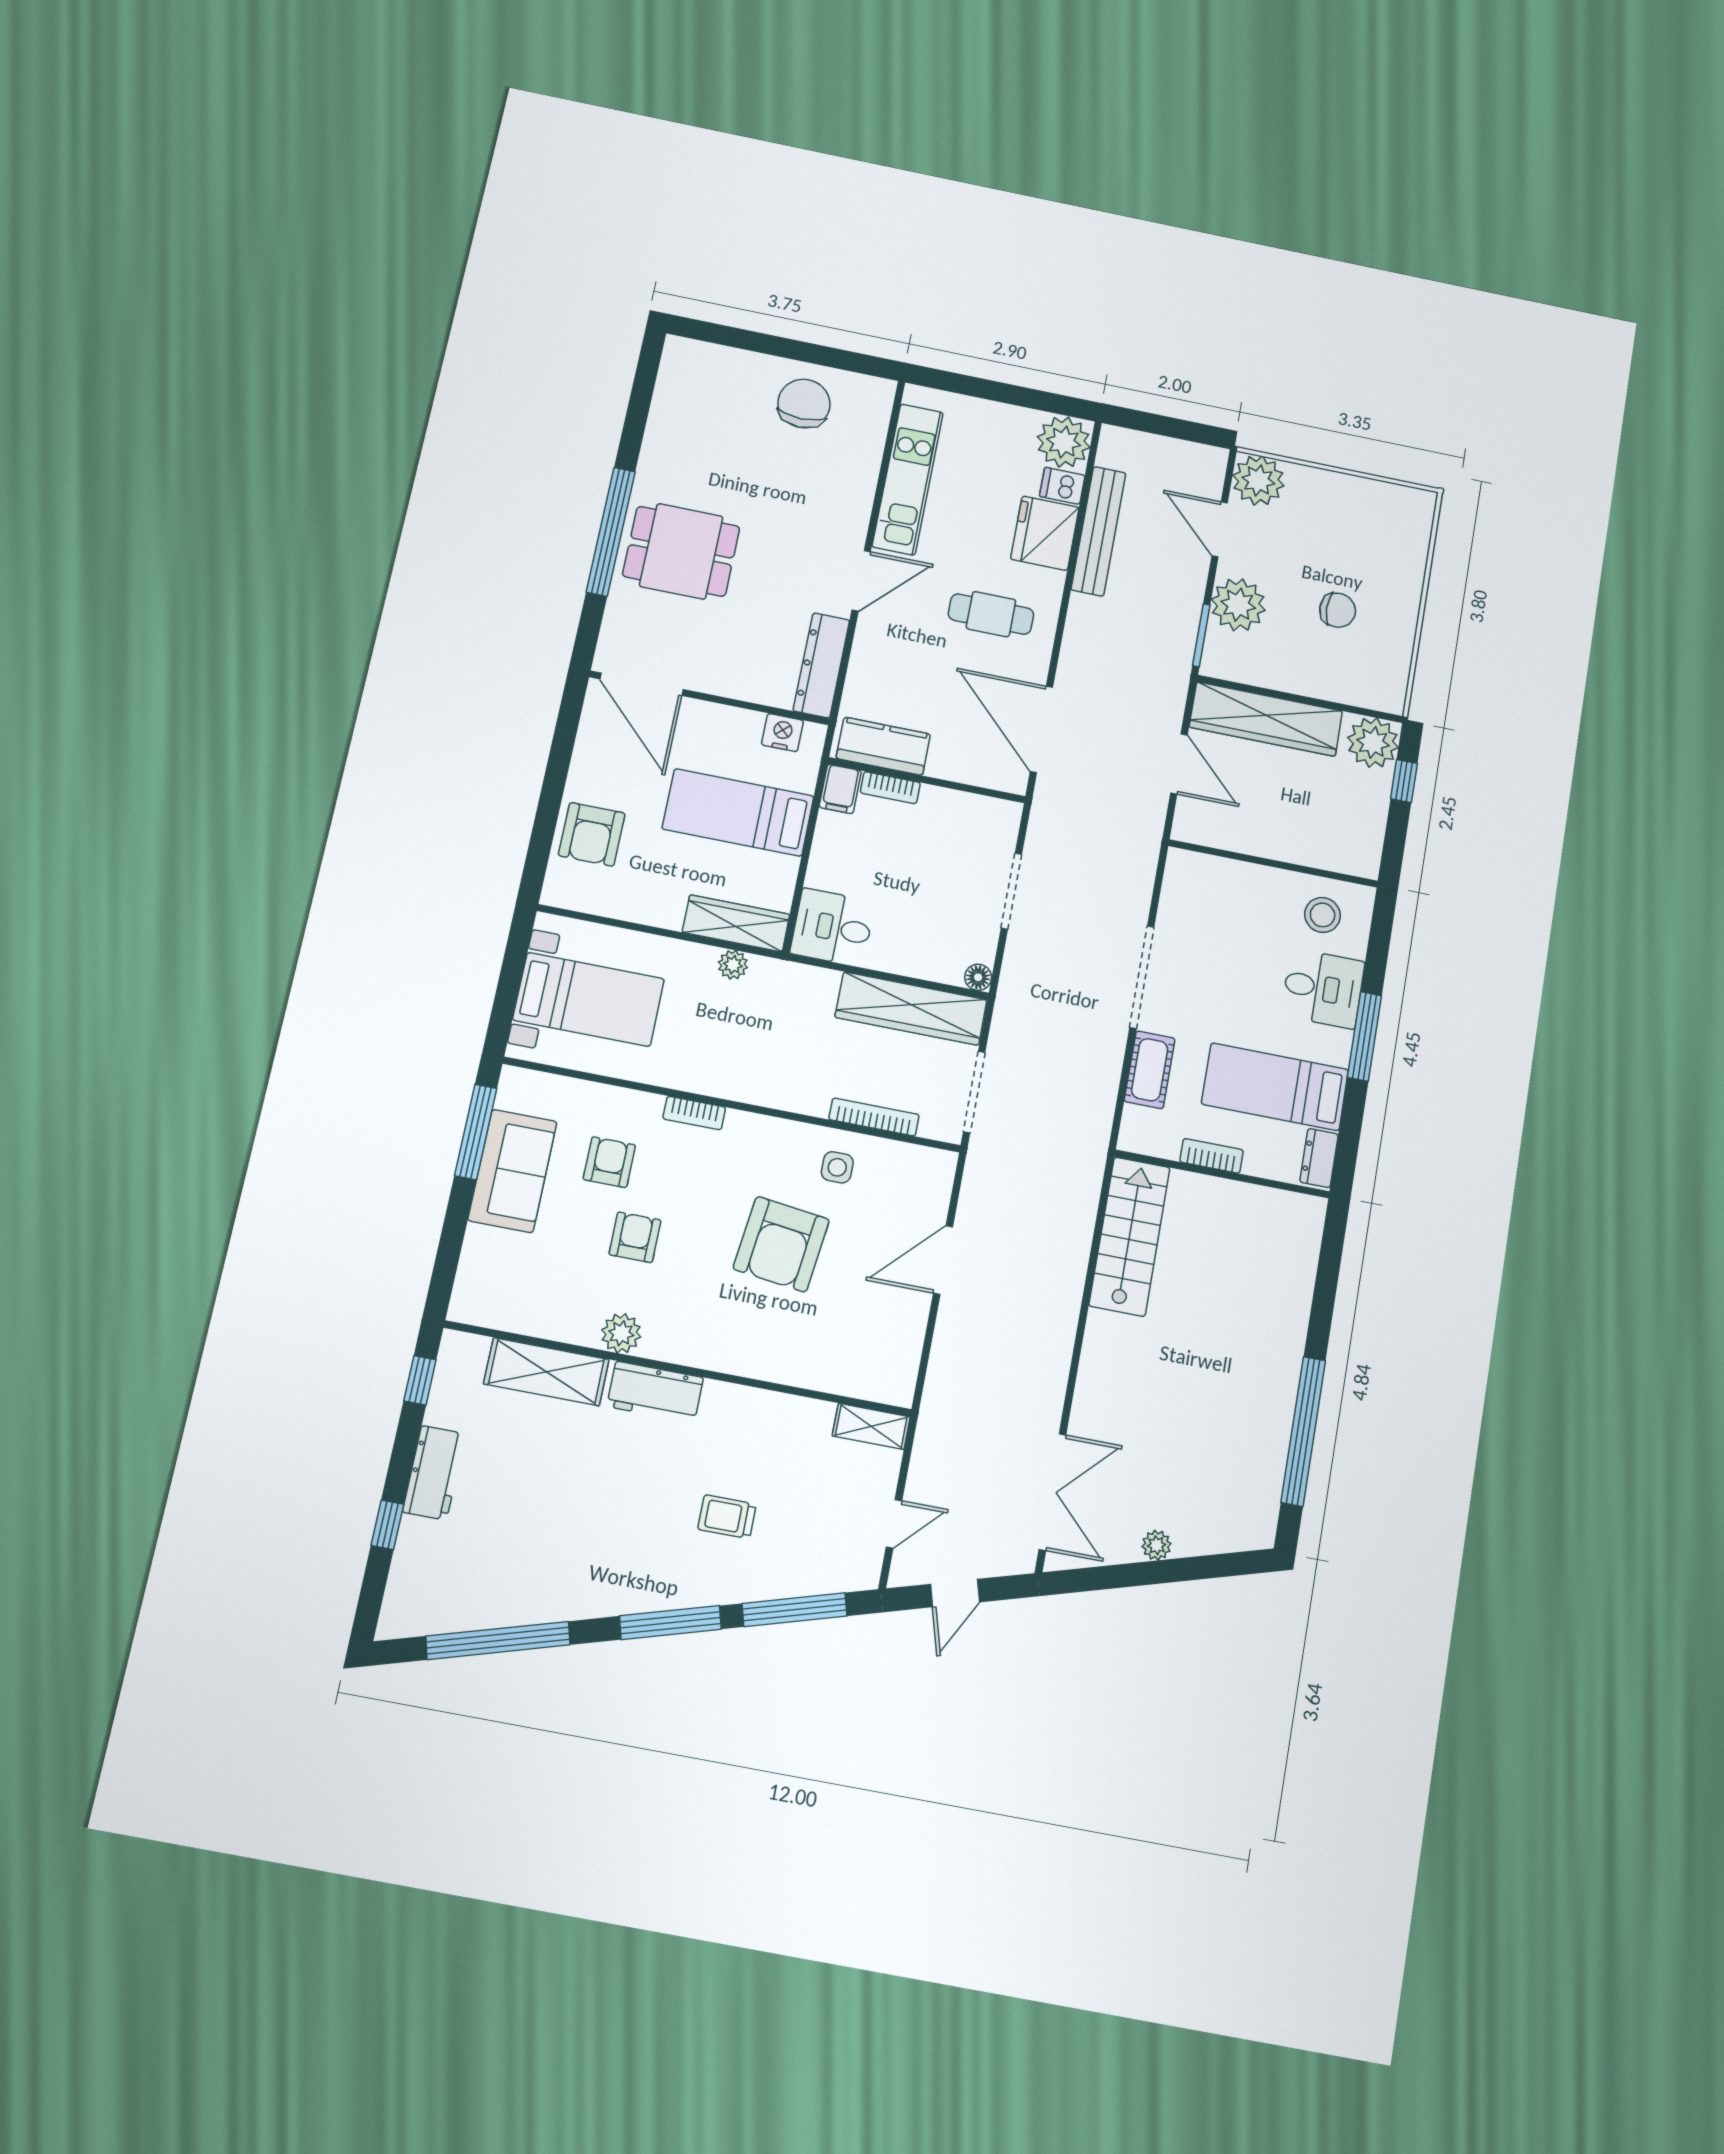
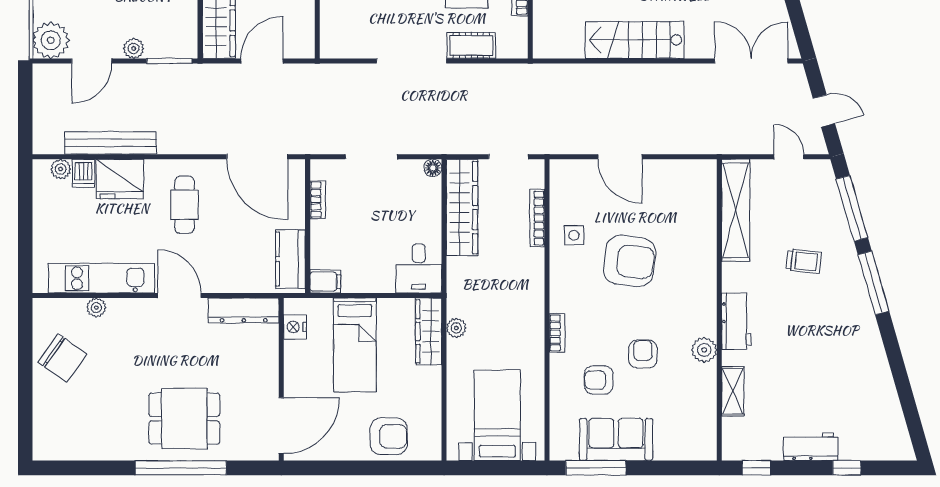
chair: (804, 404) -> (62, 358), turned -145
plant: (1064, 442) -> (61, 169), width x0.53, depth x0.53
plant: (867, 464) -> (96, 308), added
dining table: (681, 551) -> (184, 419), turned 90
plant: (1238, 605) -> (134, 48), width x0.53, depth x0.53
door: (1041, 729) -> (257, 157), hinge flipped
bookcase: (890, 788) -> (318, 200), moved
doorway: (974, 1092) -> (508, 157), width x0.73
stairs: (1130, 1236) -> (635, 40), moved
armchair: (635, 1237) -> (643, 354), turned 90
shelving: (546, 1372) -> (733, 391), width x0.67, depth x0.75
shelving: (871, 1426) -> (736, 210), width x2.20, depth x1.33
trolley: (727, 1517) -> (804, 261), turned -84
window: (498, 1640) -> (903, 386), removed

